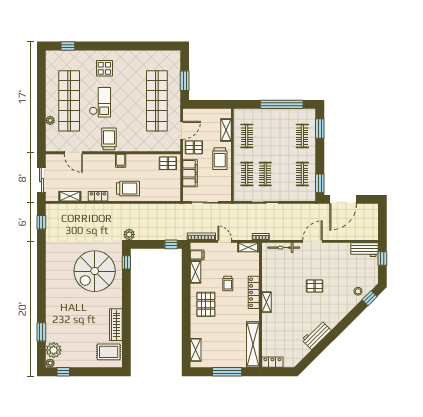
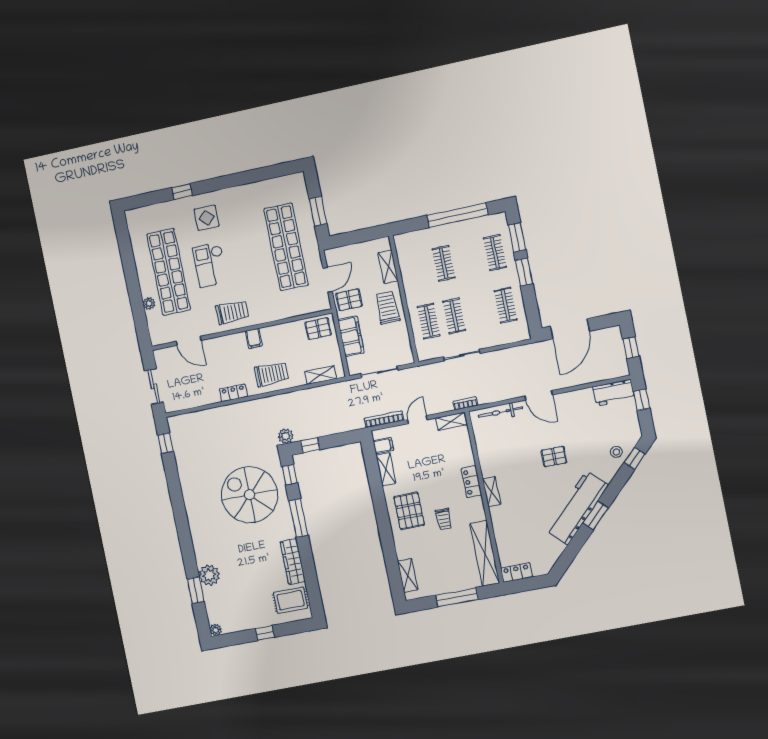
window: (68, 46) -> (182, 192), moved
checkout: (100, 102) -> (210, 265), turned 180
clothes rail: (247, 136) -> (444, 263), moved
trolley: (109, 139) -> (232, 312), turned 90
trolley: (220, 159) -> (388, 308), turned 180
window: (320, 183) -> (524, 272), moved
shelving: (70, 196) -> (321, 375), moved
window: (382, 221) -> (631, 348), added
door: (225, 241) -> (417, 420), hinge flipped
door: (312, 241) -> (538, 395), swing flipped
window: (171, 244) -> (310, 445), moved
spiral stairs: (95, 271) -> (250, 495), turned 90
trolley: (228, 284) -> (444, 519), moved
locker: (254, 292) -> (471, 482), width x0.66
window: (126, 294) -> (298, 518), added
window: (335, 333) -> (596, 516), added
workbench: (316, 335) -> (577, 508), width x1.88, depth x1.32
plant: (54, 350) -> (209, 575), moved
window: (63, 372) -> (265, 633), moved

